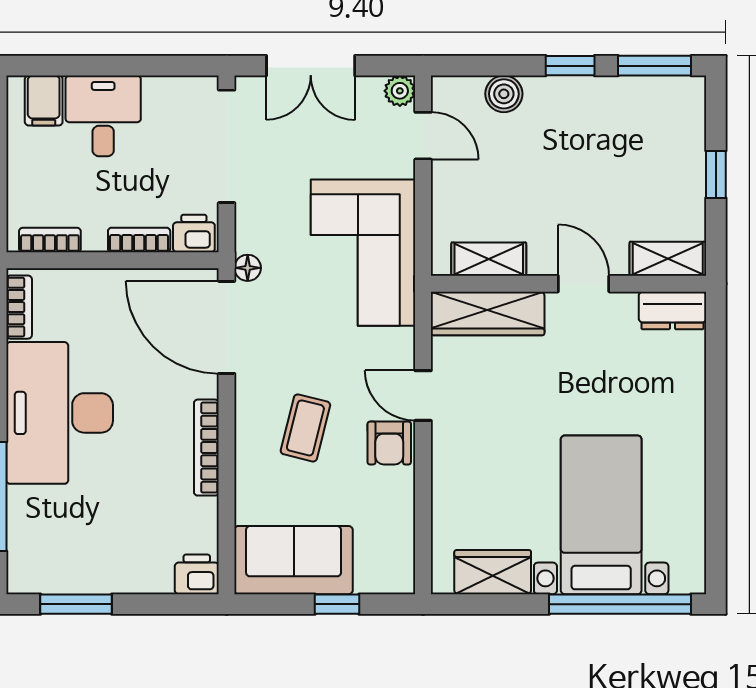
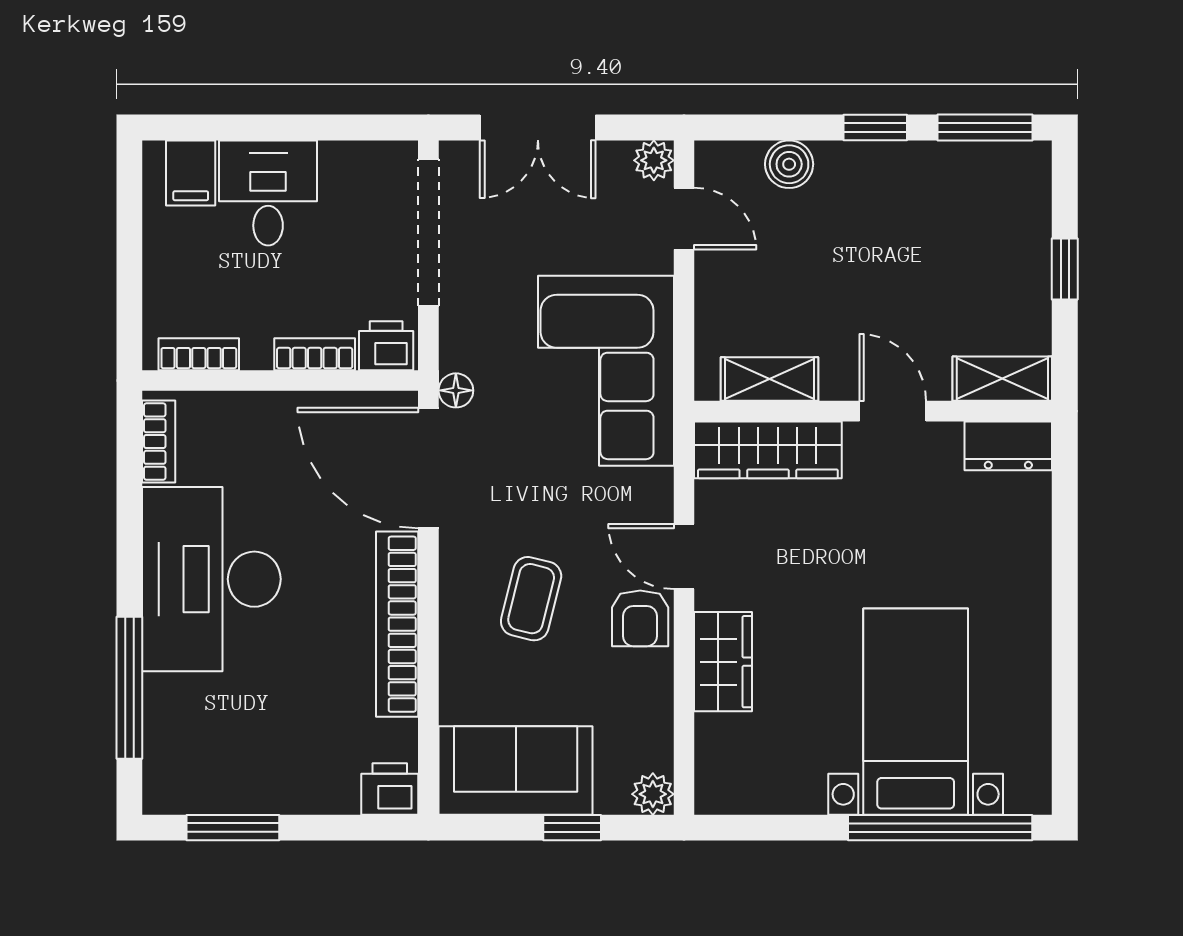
bookcase: (206, 448) -> (397, 624), width x1.48, depth x1.31
wardrobe: (493, 572) -> (723, 662), moved, turned 90
plant: (399, 578) -> (653, 794), added

